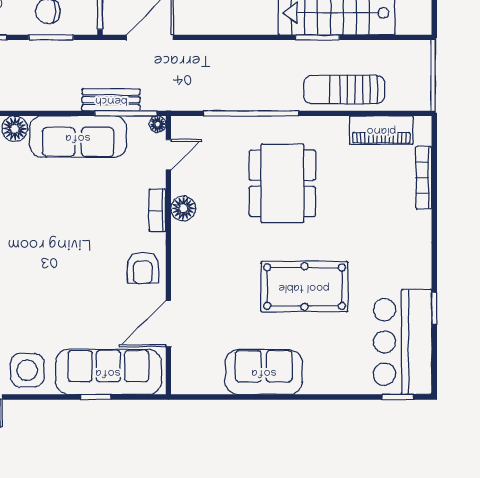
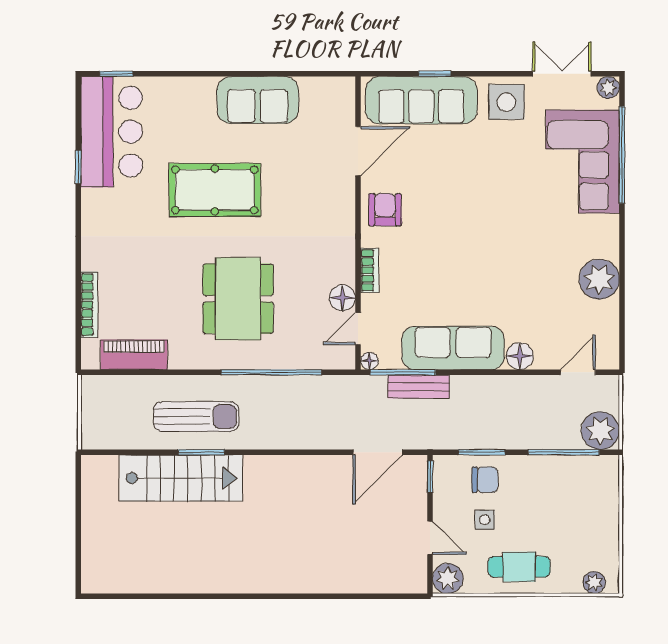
sun lounger: (344, 90) -> (196, 417), moved
floor lamp: (183, 208) -> (342, 298), moved

